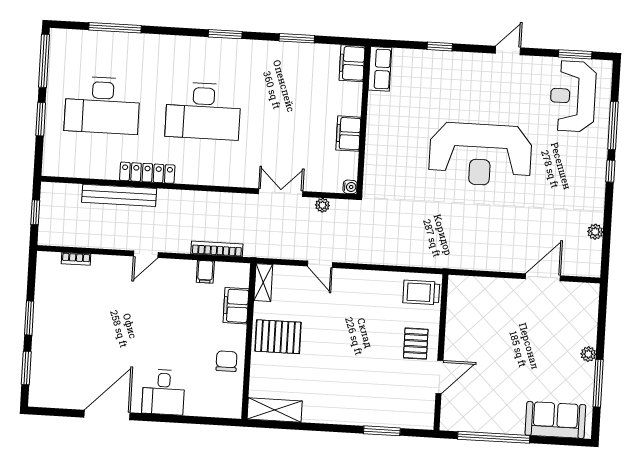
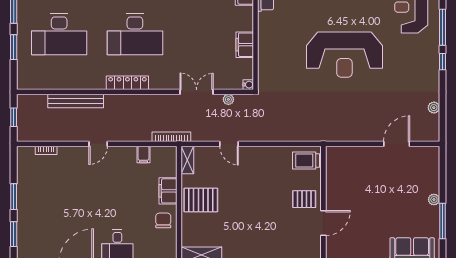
locker: (147, 173) -> (127, 83), moved
bookcase: (217, 249) -> (171, 137), moved
filing cabinet: (236, 306) -> (168, 191), moved
pallet: (416, 344) -> (304, 199), turned 90

